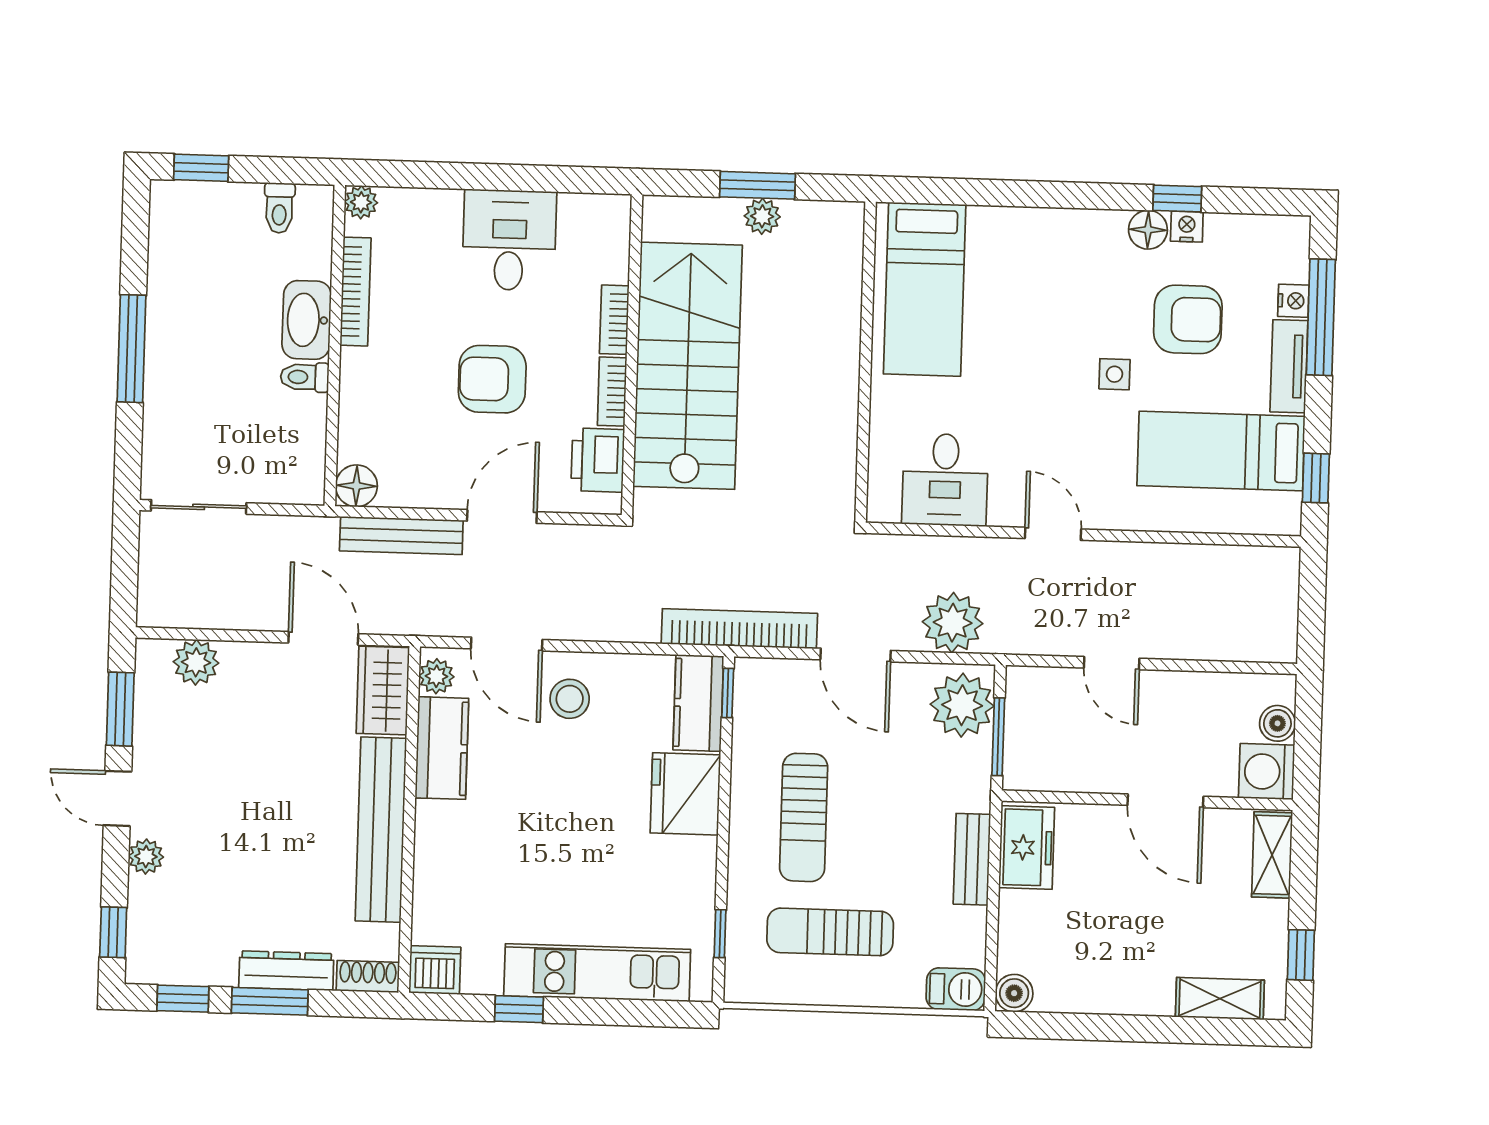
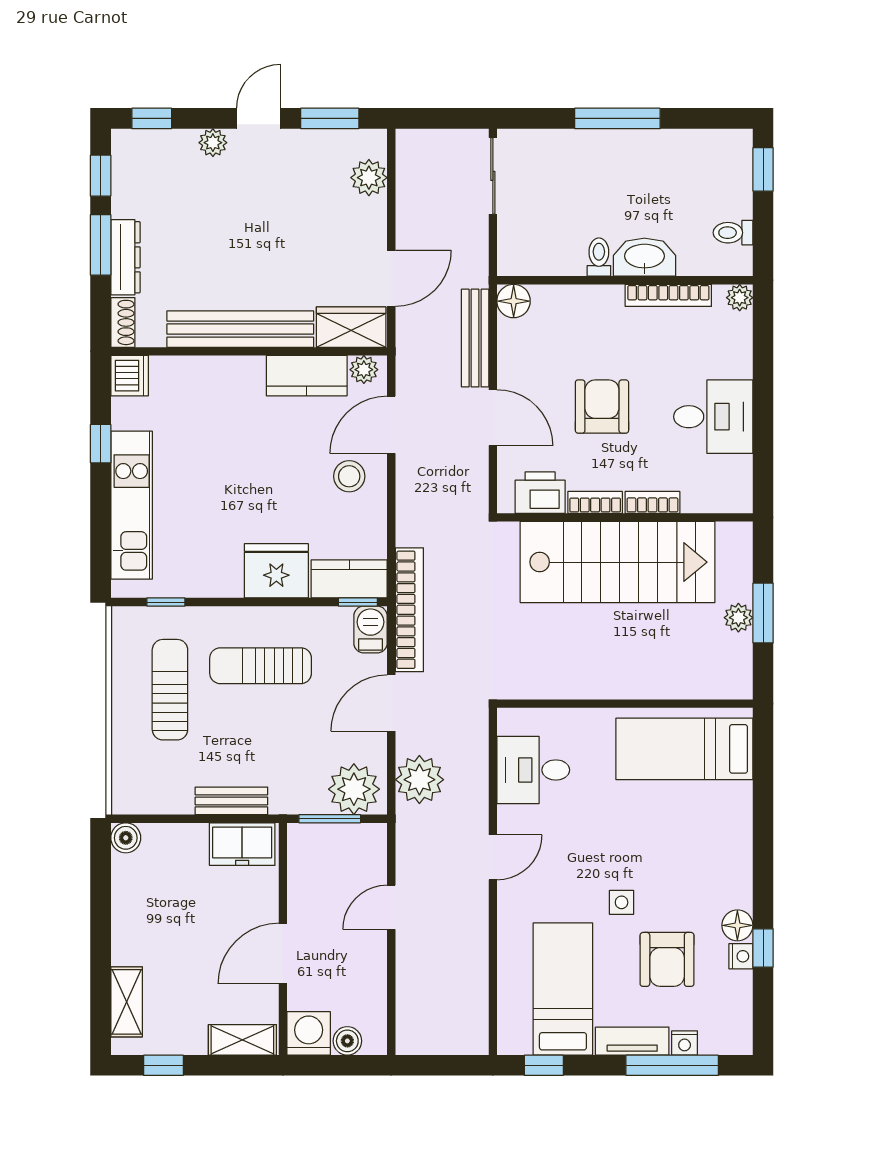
barbecue: (956, 989) -> (370, 630), moved, turned 180

